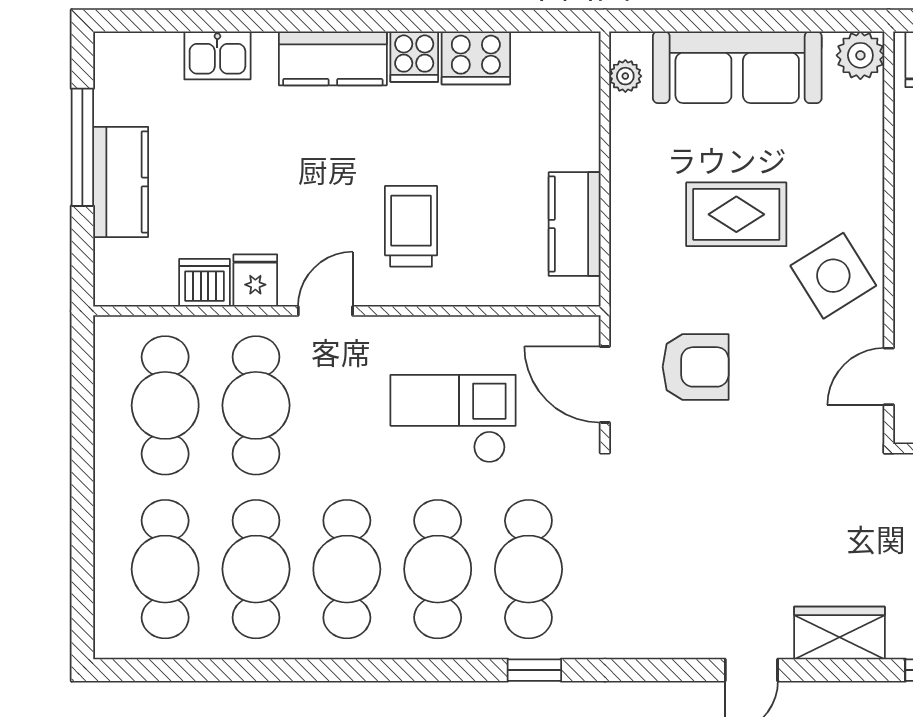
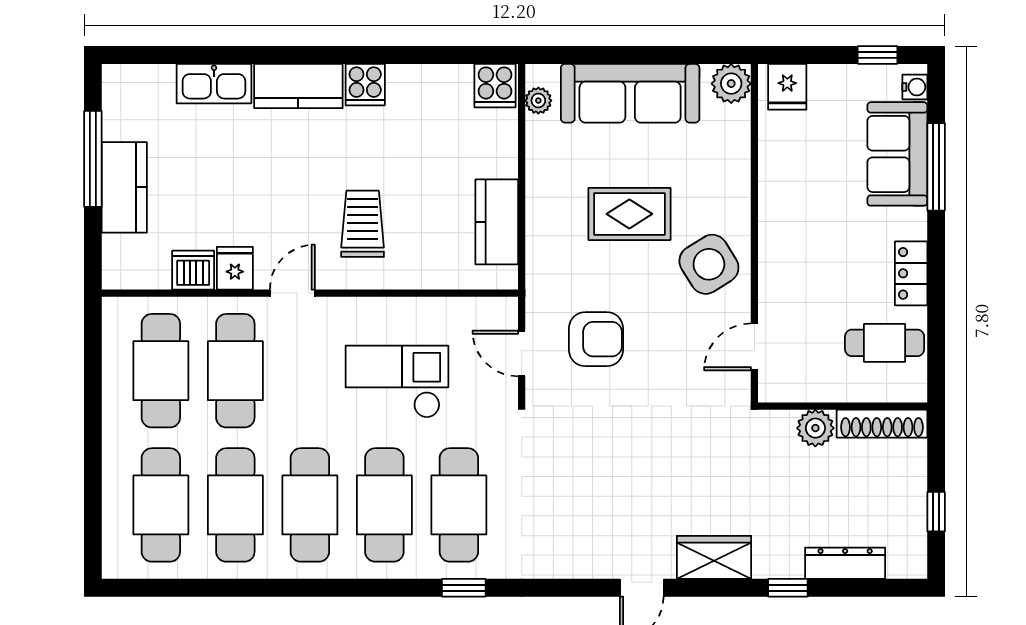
kitchen sink: (217, 55) -> (214, 84), width x1.38
cooker: (476, 58) -> (495, 86), moved, width x0.73
door: (605, 384) -> (522, 353), width x0.73

